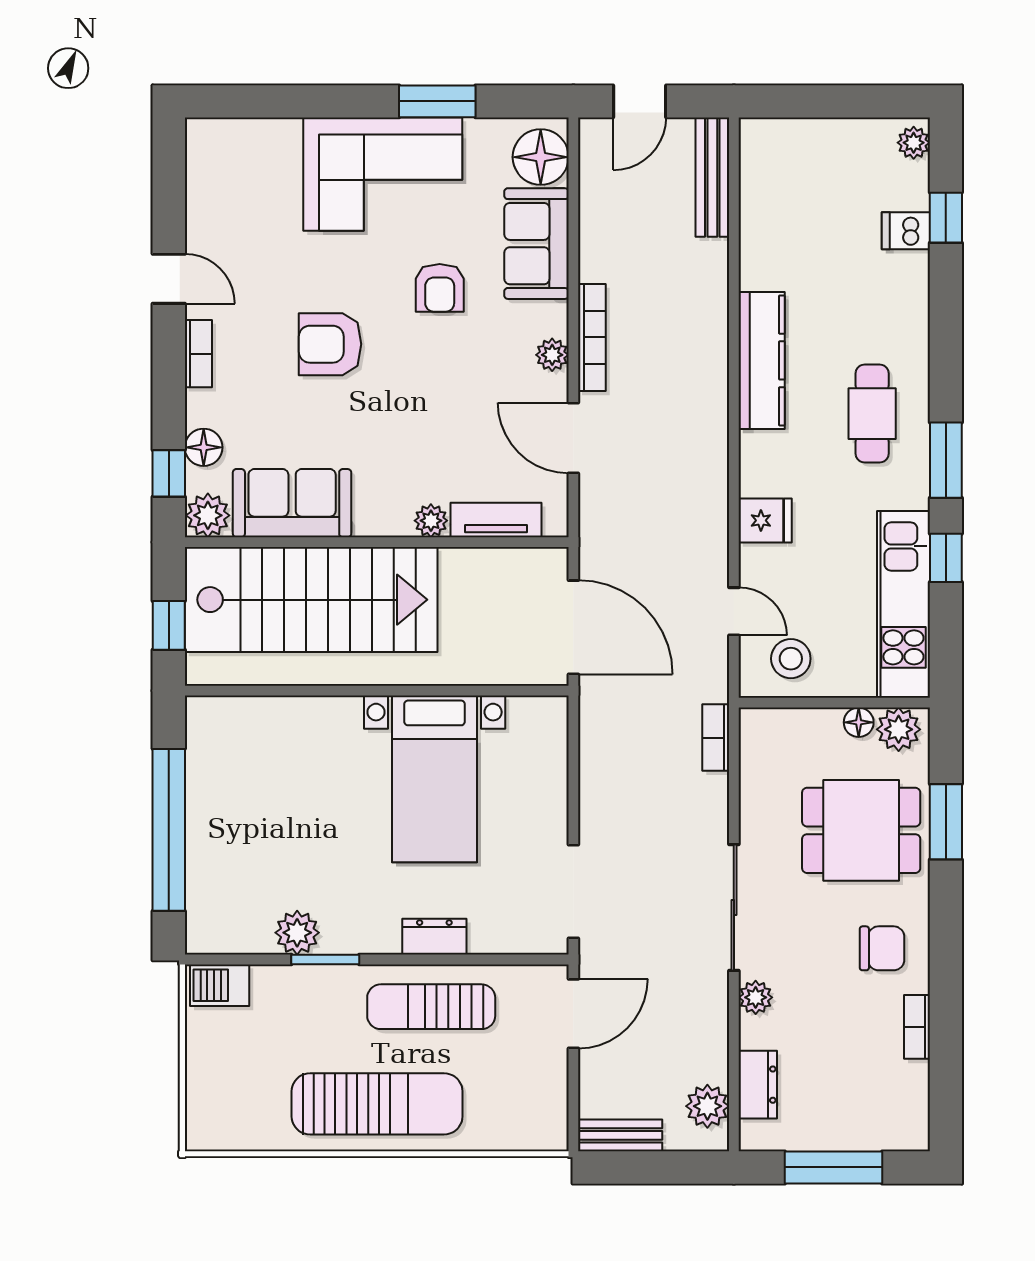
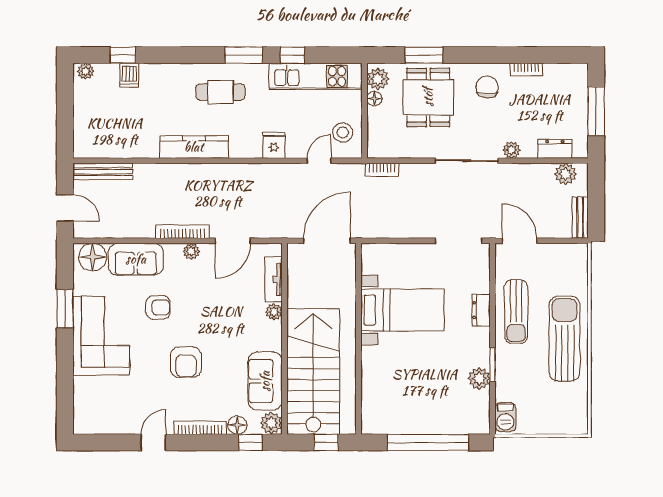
bookcase: (198, 354) -> (200, 428), width x1.56

